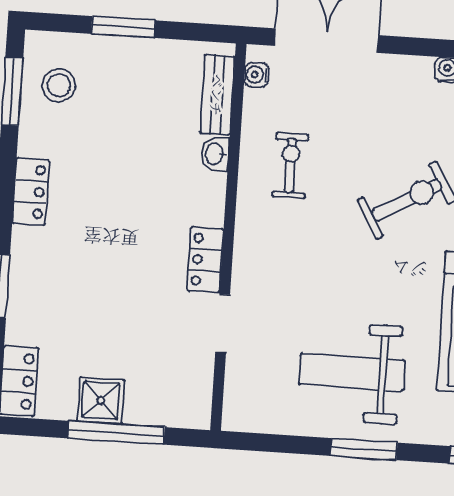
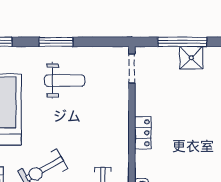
doorway: (223, 324) -> (132, 68), moved
weight bench: (352, 372) -> (65, 80), width x0.73, depth x0.75

